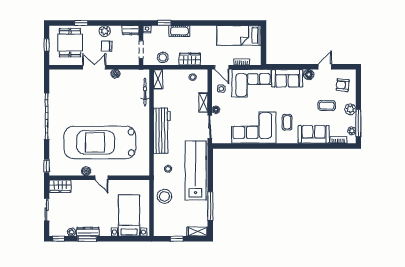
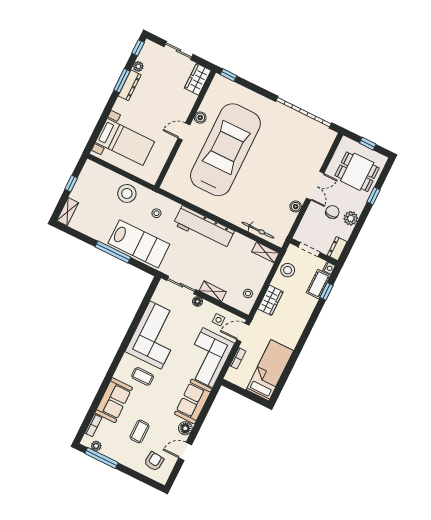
cot: (179, 31) -> (318, 284), moved
door: (325, 67) -> (185, 451), swing flipped
plant: (350, 109) -> (122, 457), removed
garage door: (47, 116) -> (304, 112), moved
lab bench: (196, 171) -> (139, 244), width x0.73
window: (210, 206) -> (113, 252), moved

